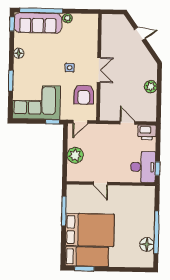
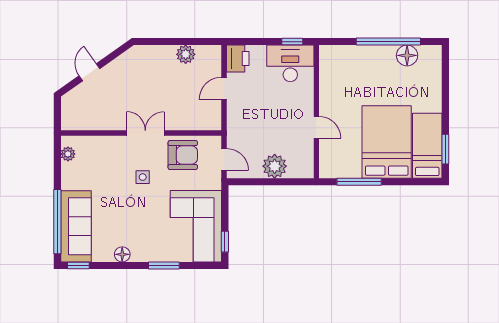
plant: (67, 18) -> (68, 154), moved
plant: (151, 87) -> (186, 54), moved
window: (53, 122) -> (225, 242), moved
door: (101, 183) -> (316, 127), hinge flipped

